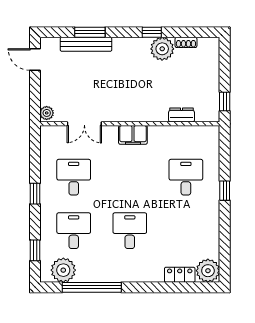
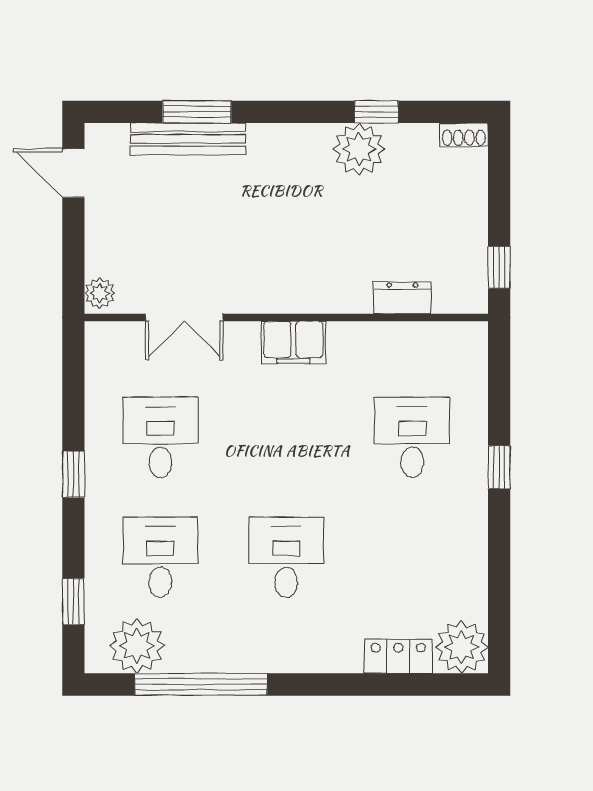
window: (152, 32) -> (376, 112), moved
shoe rack: (186, 42) -> (464, 135), moved

